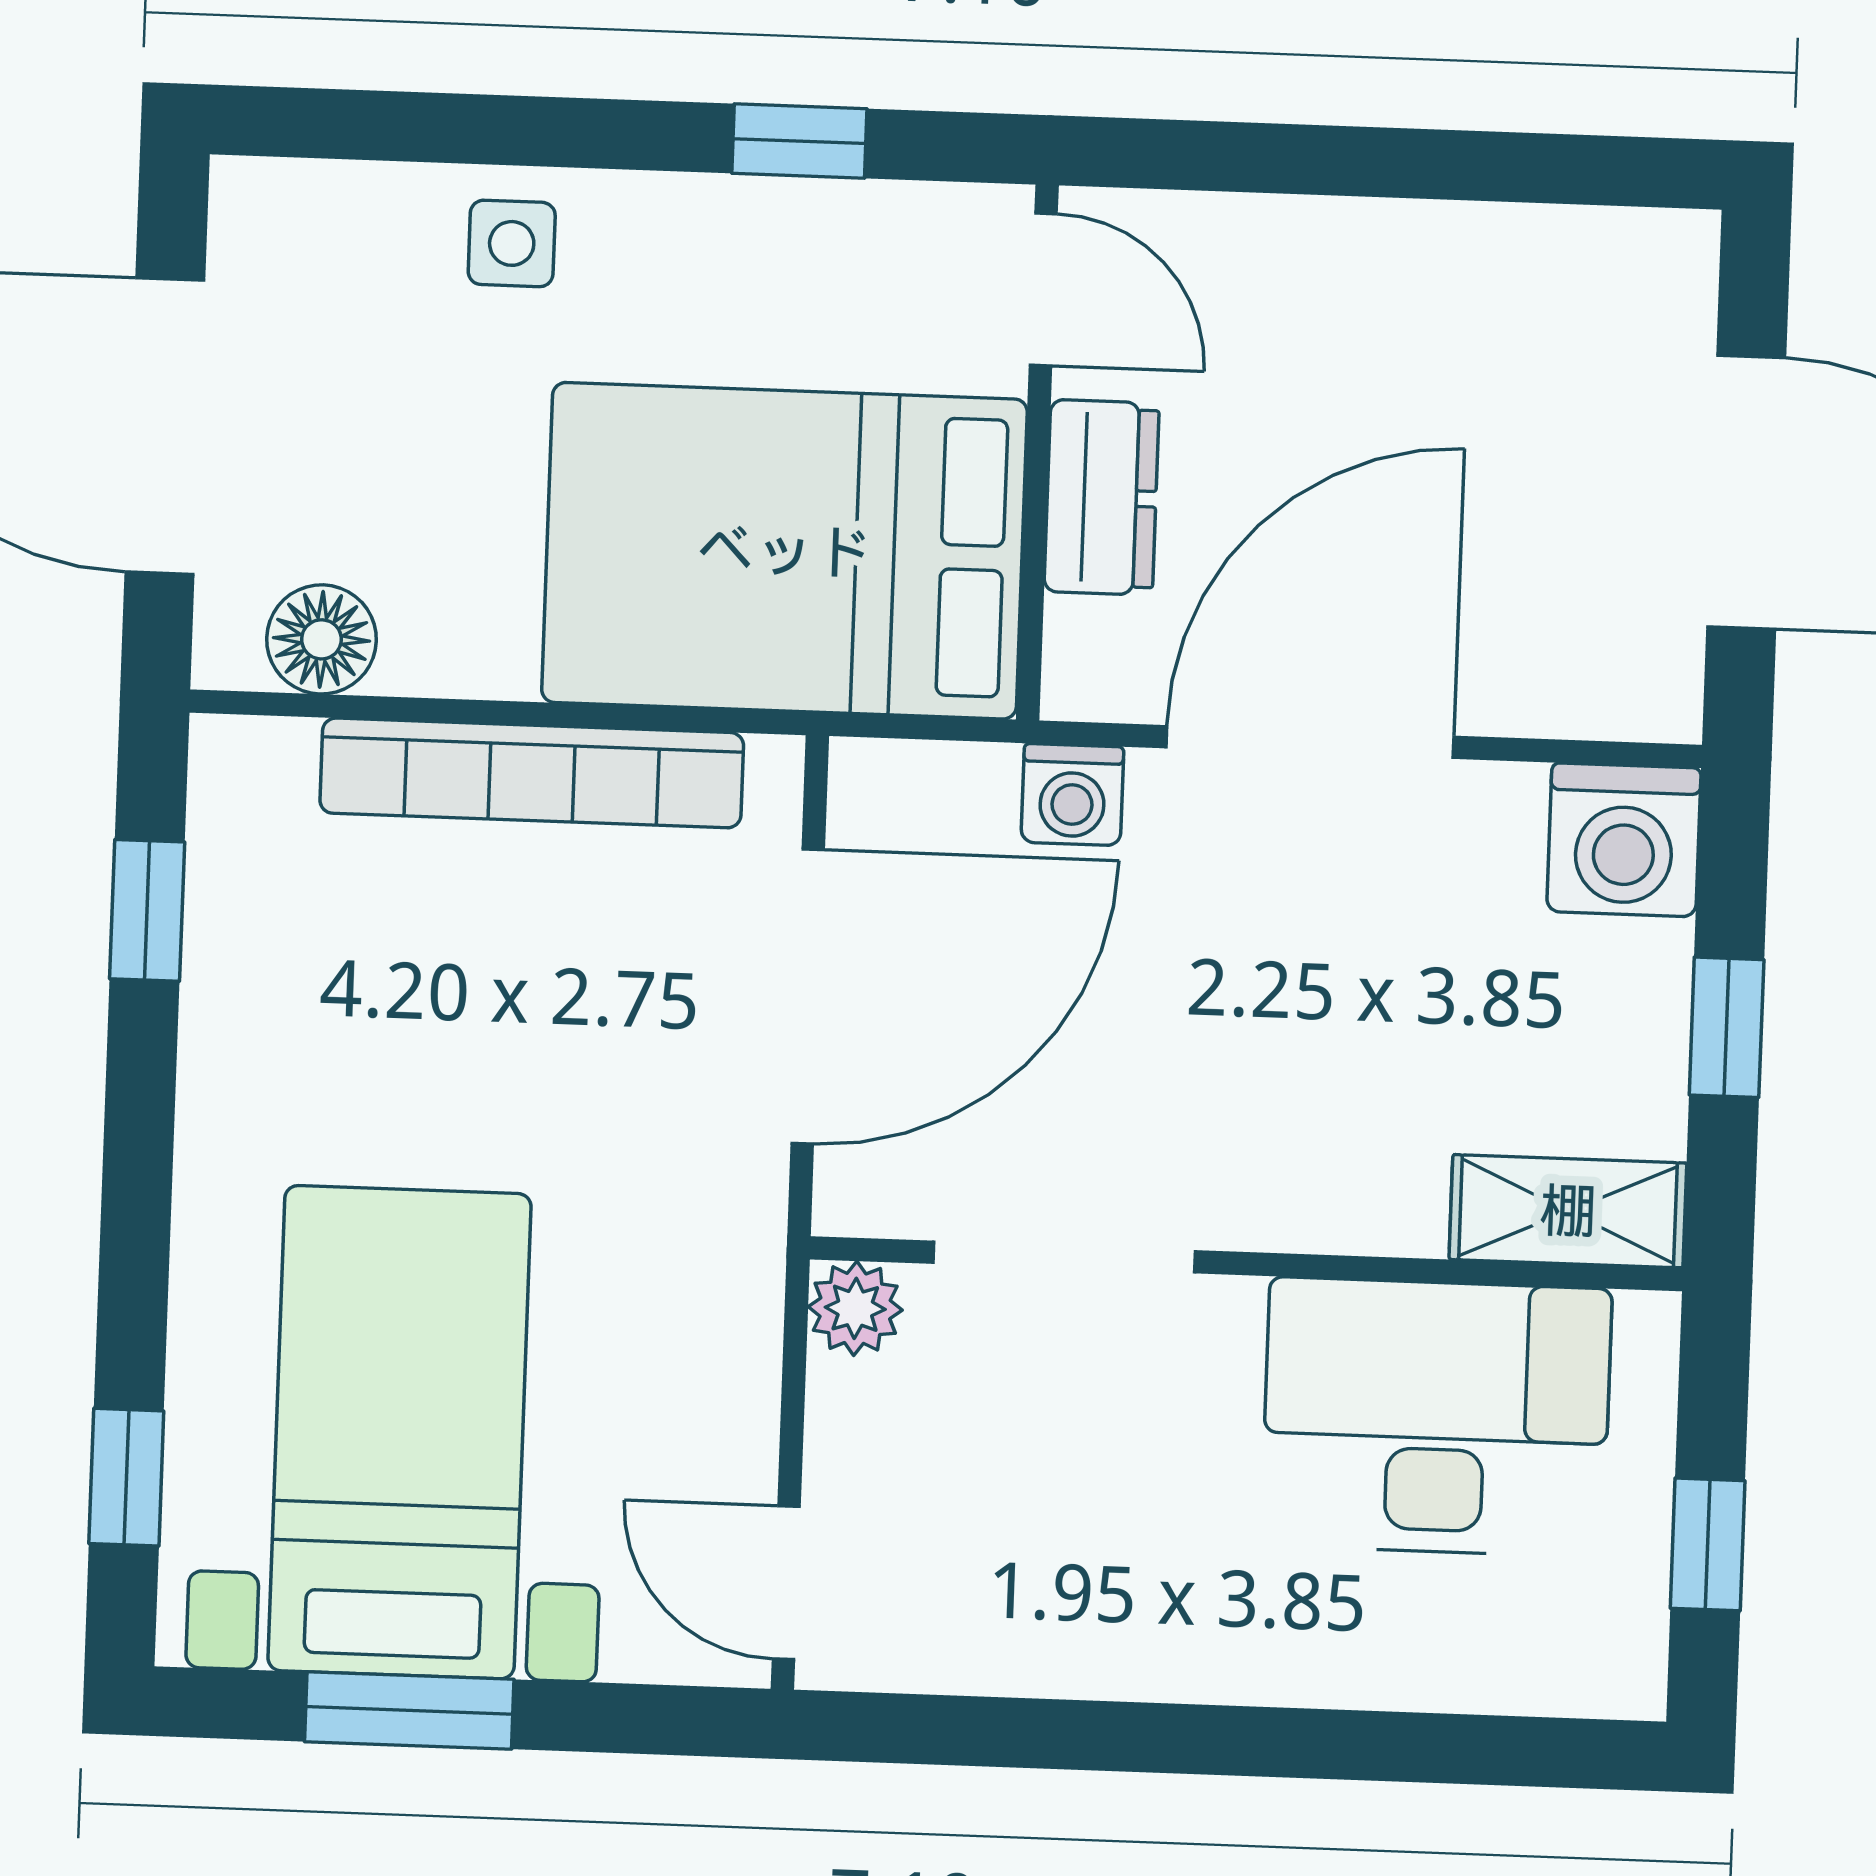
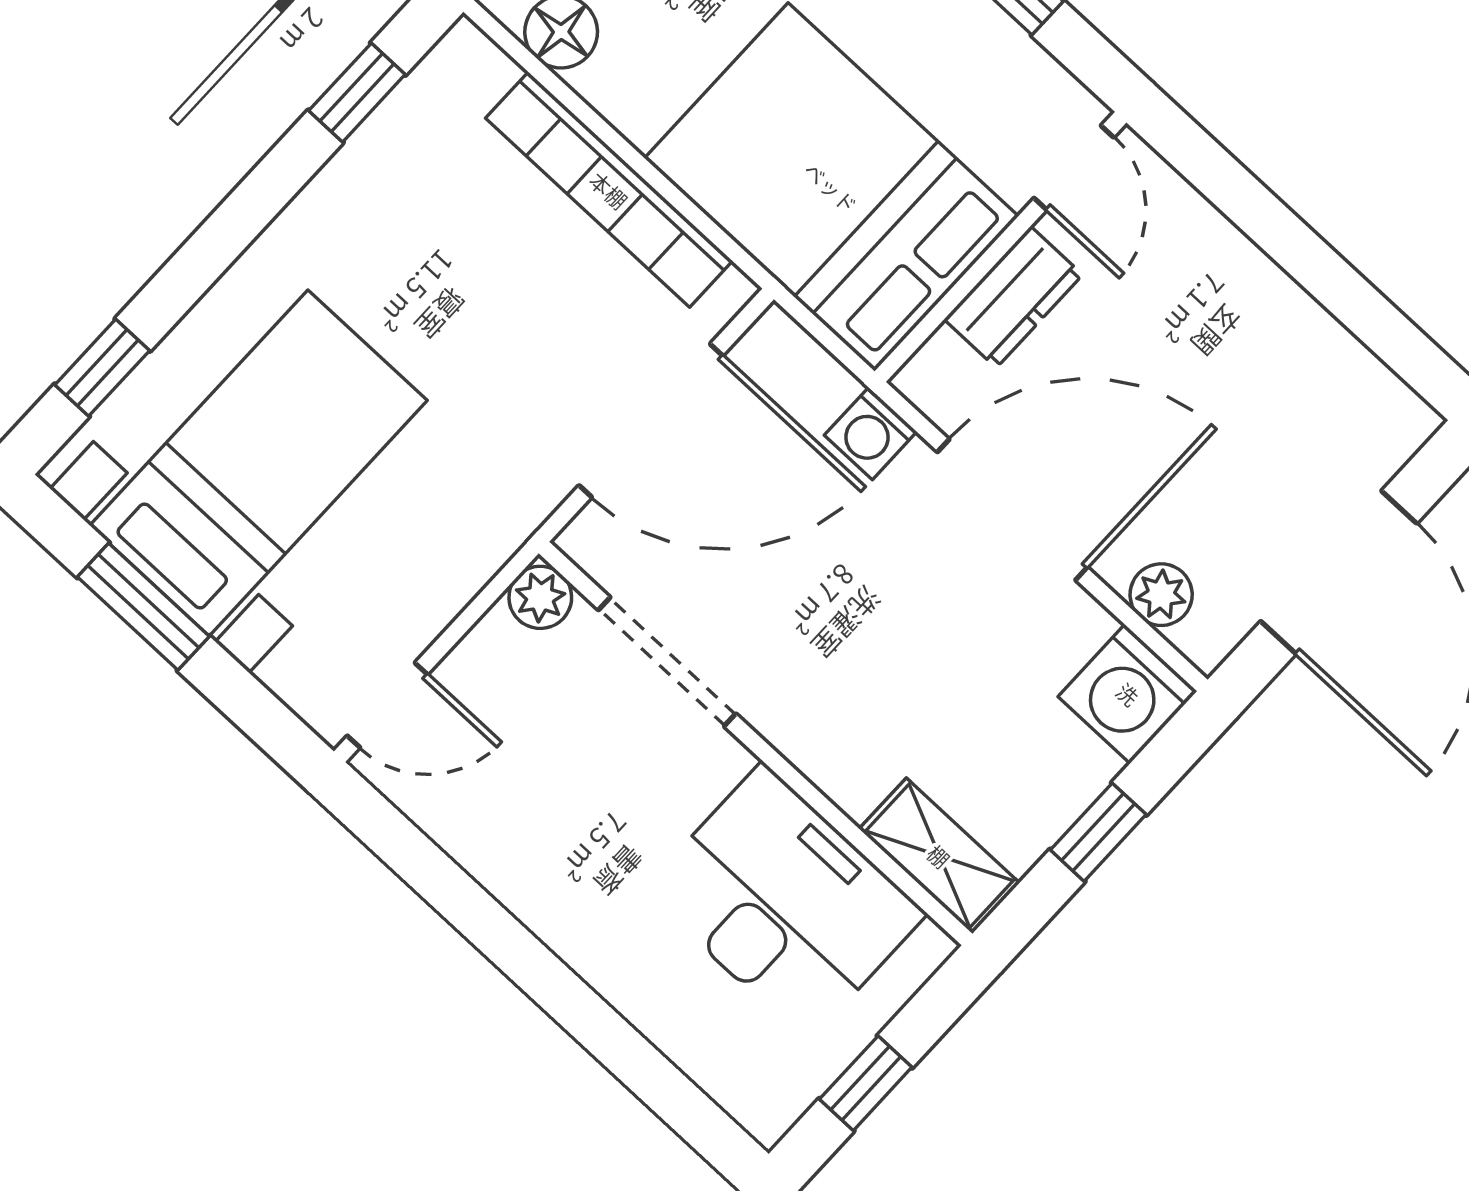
plant: (1565, 693) -> (1161, 595), added
door: (786, 1583) -> (387, 705), swing flipped

